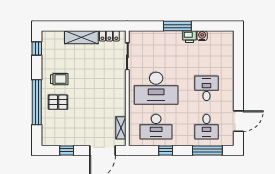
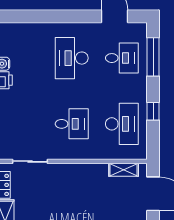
desk: (156, 88) -> (72, 124), width x0.53, depth x0.77
desk: (206, 88) -> (72, 58), width x1.37

